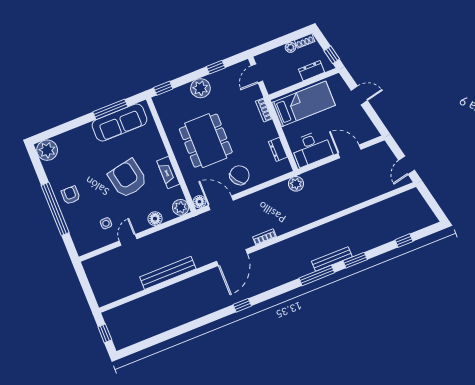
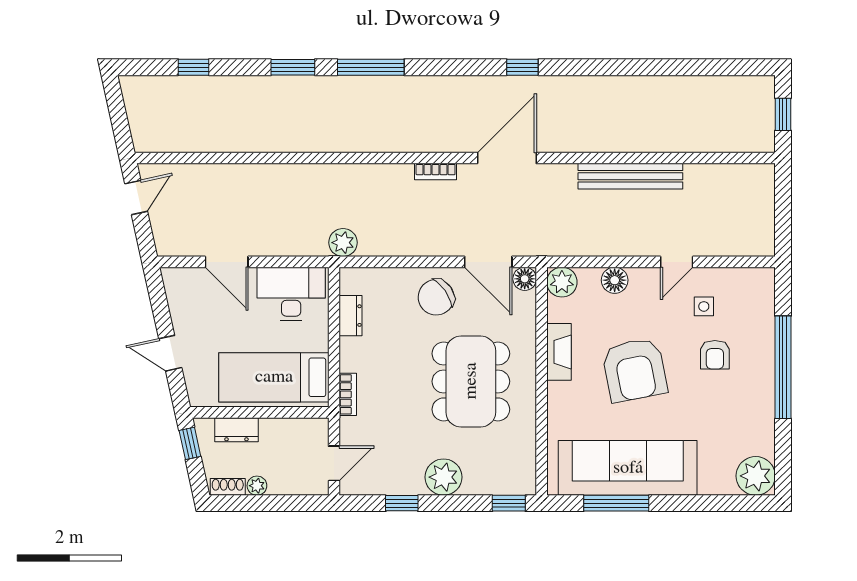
sofa: (120, 122) -> (628, 468), width x1.36, depth x1.27
armchair: (71, 195) -> (715, 355), moved
bench: (332, 259) -> (333, 85), removed

